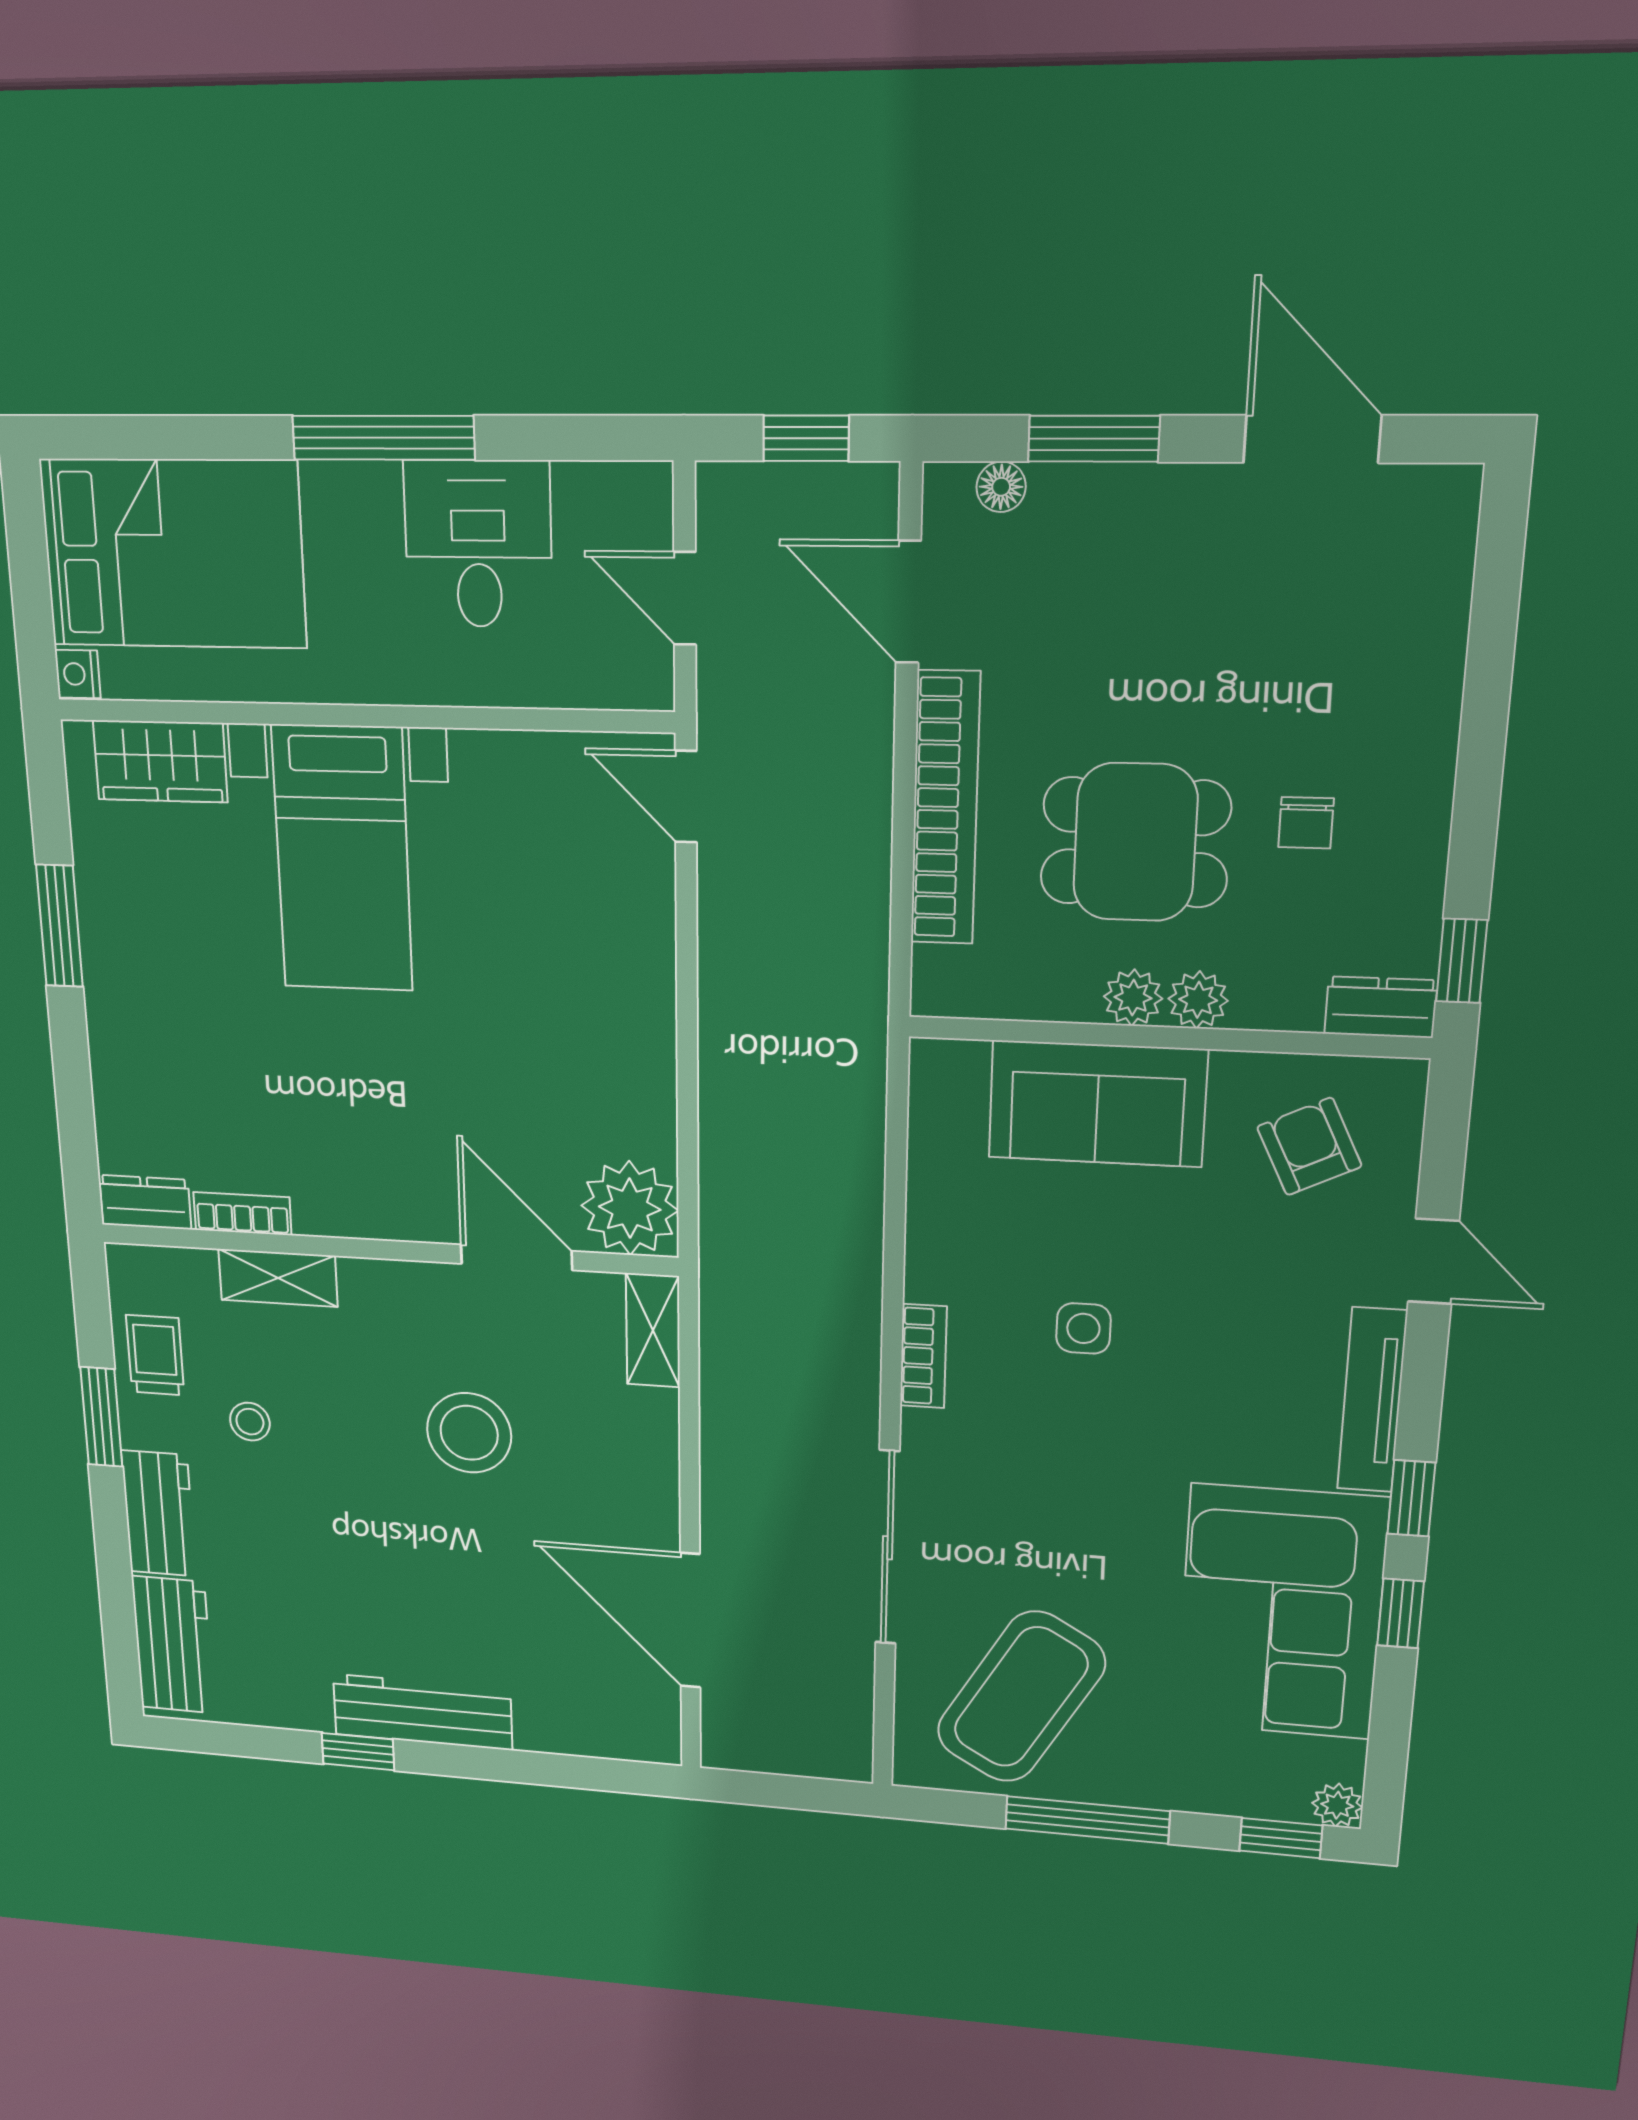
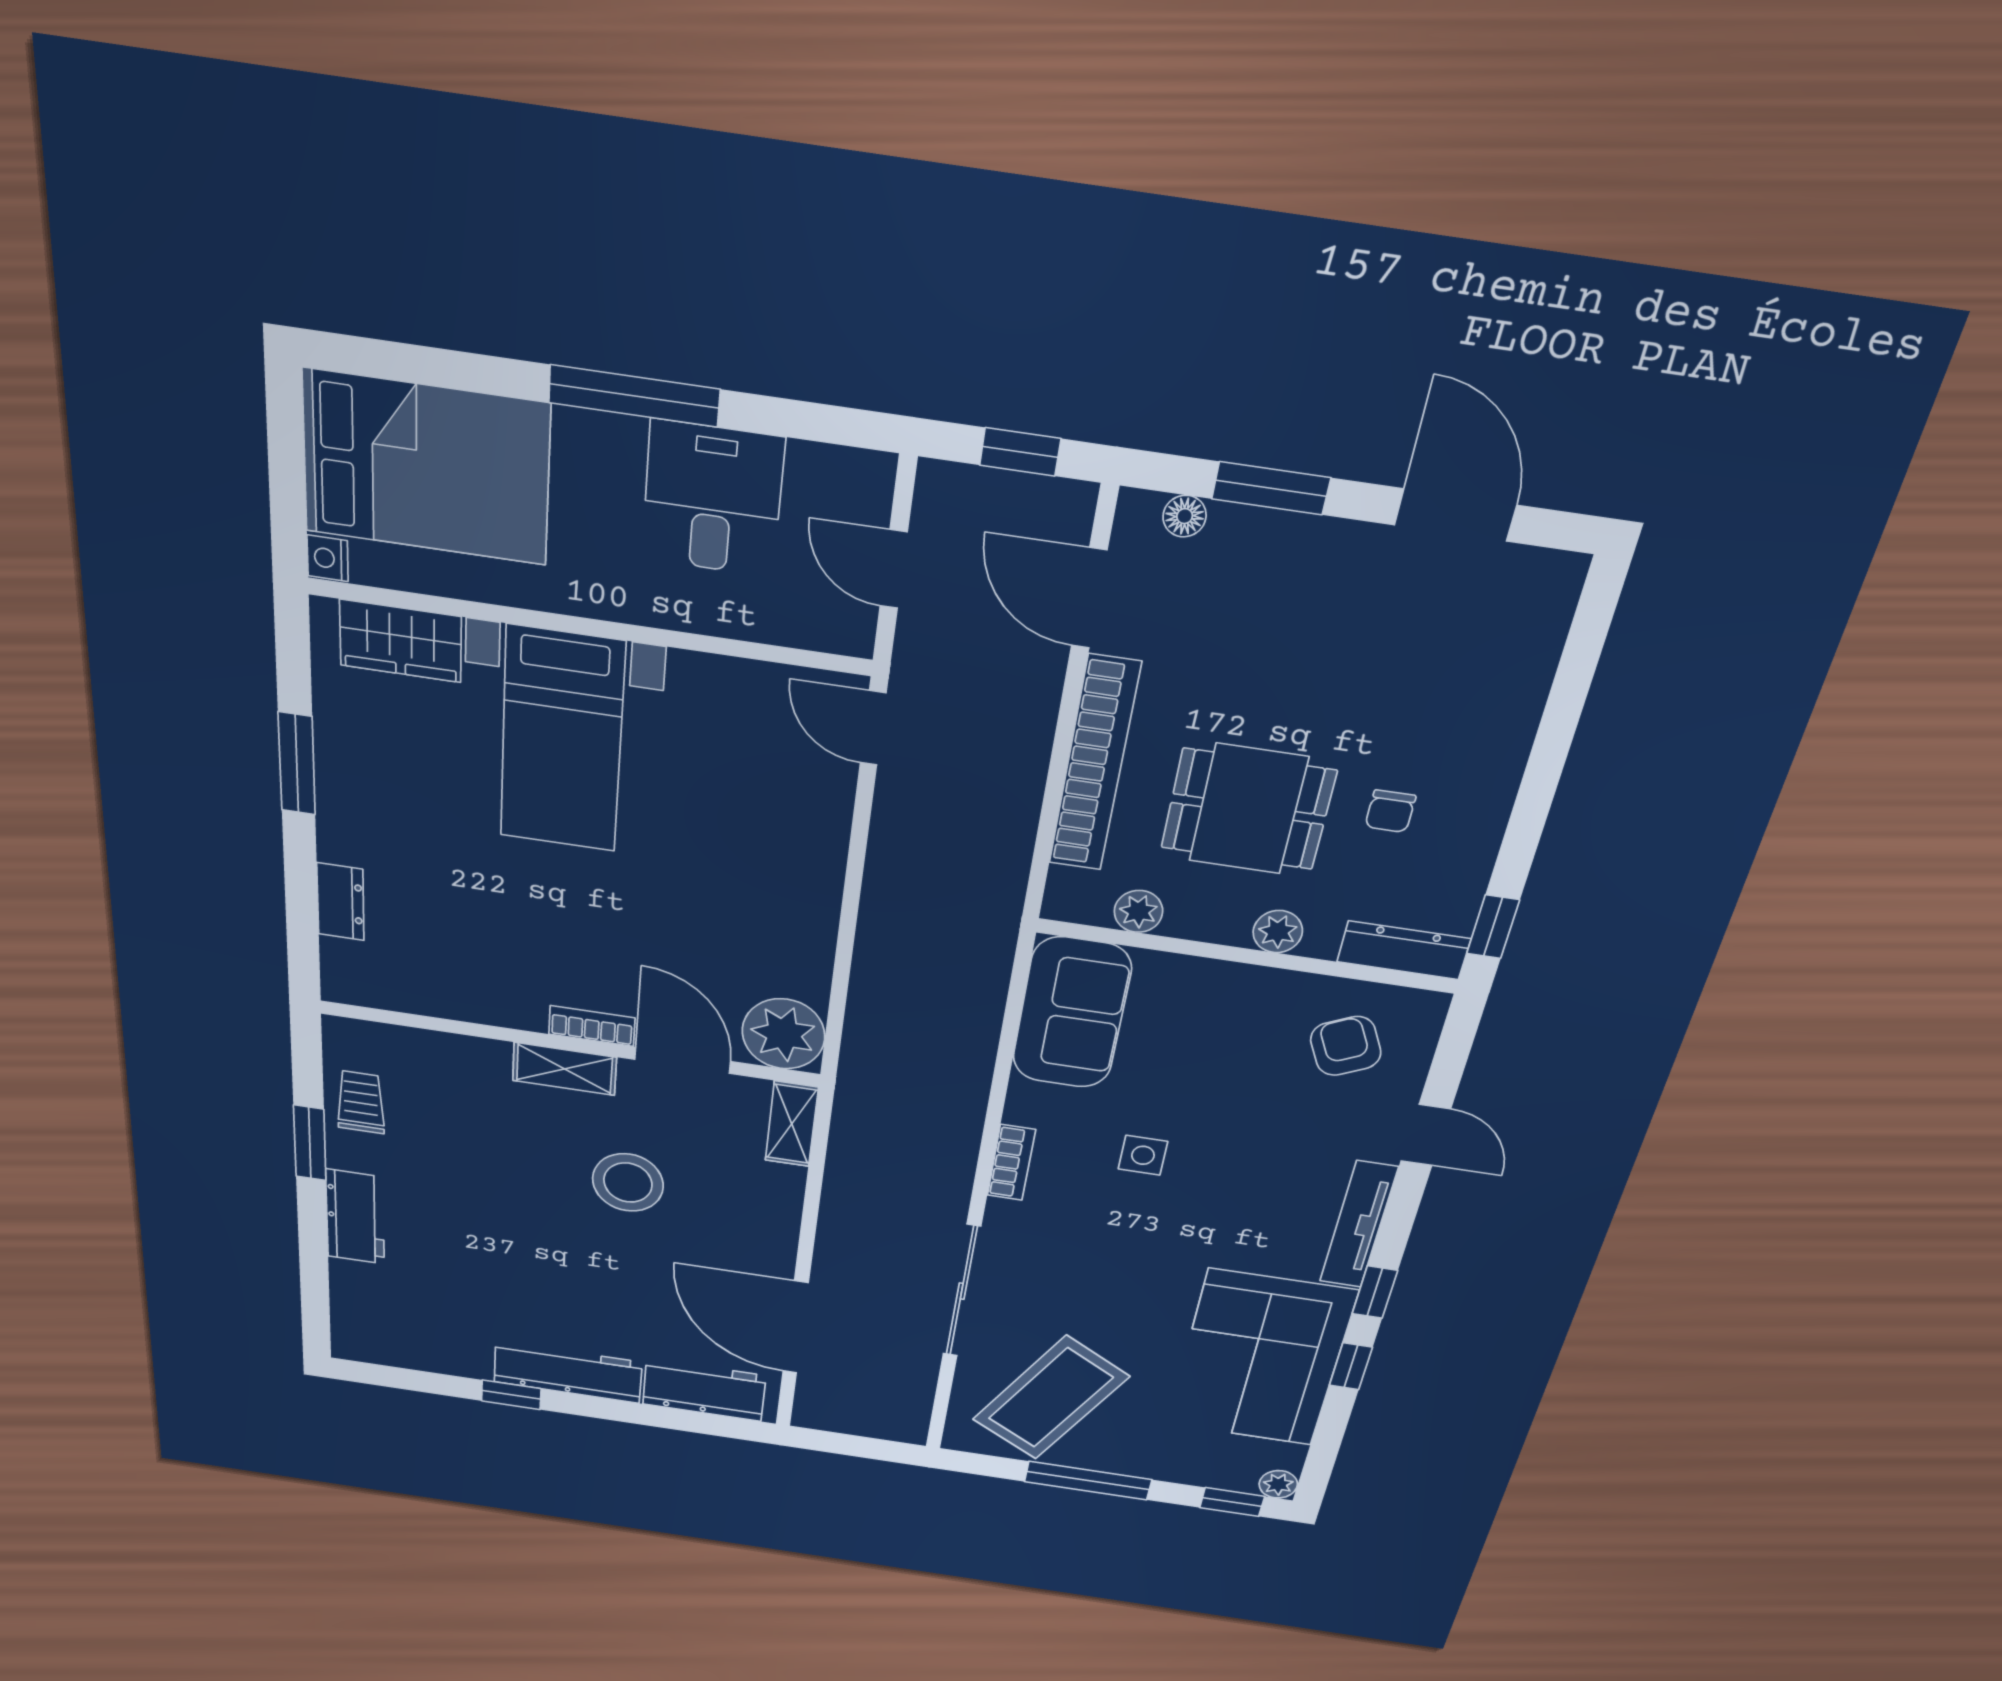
plant: (1133, 998) -> (1138, 911), moved
dresser: (1381, 1007) -> (1404, 950), width x1.44
sofa: (1097, 1104) -> (1072, 1013), moved, turned -90
dresser: (145, 1202) -> (340, 902), moved, turned 90
bookcase: (242, 1214) -> (592, 1026), moved
shelving: (278, 1278) -> (564, 1069), moved
stool: (250, 1422) -> (440, 1158), removed
workbench: (173, 1645) -> (704, 1390), moved, turned -90

